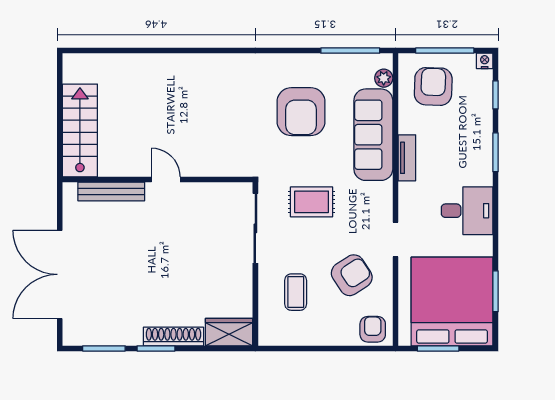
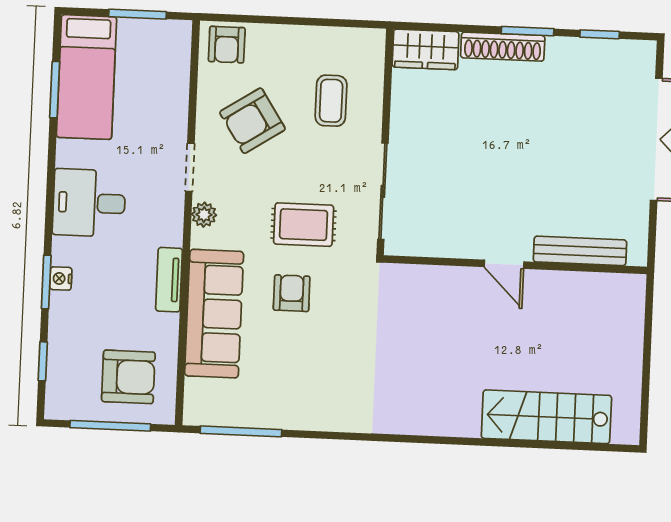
nightstand: (485, 61) -> (61, 279), moved, turned 90
plant: (384, 78) -> (204, 215), moved
armchair: (433, 86) -> (128, 377), turned -92
armchair: (301, 112) -> (292, 293), moved, width x0.53, depth x0.53
stairs: (80, 130) -> (546, 417), moved, turned 90
bed: (452, 301) -> (86, 77), width x0.49
window: (104, 348) -> (600, 34), width x0.67

